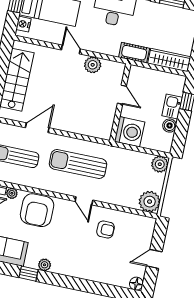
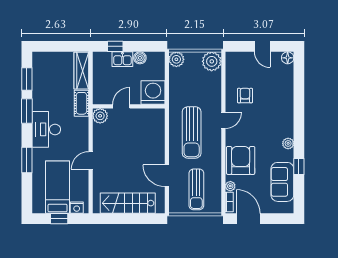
plant: (93, 65) -> (100, 116), moved
armchair: (37, 210) -> (241, 160), turned -90
window: (29, 274) -> (299, 167), moved

